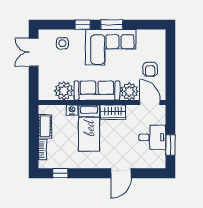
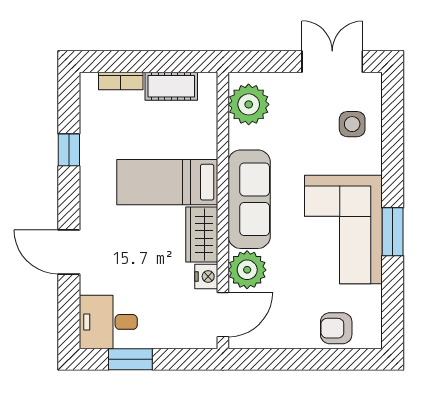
window: (83, 25) -> (393, 168), removed
armchair: (150, 69) -> (336, 328), moved
plant: (64, 91) -> (249, 104), moved
nightstand: (72, 110) -> (206, 276), moved
desk: (152, 137) -> (108, 322), moved, turned 90
window: (60, 173) -> (69, 150), moved

